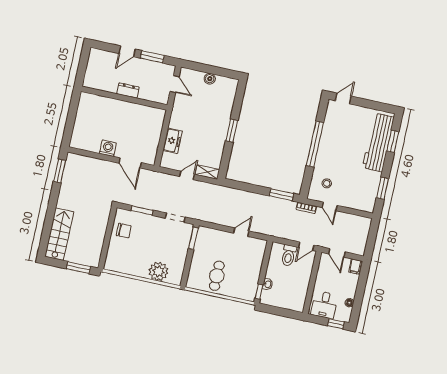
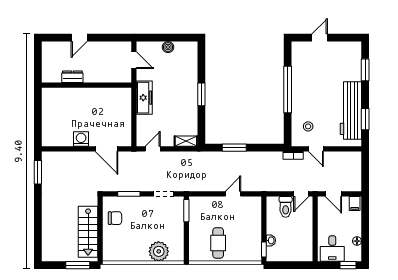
window: (152, 57) -> (106, 38), removed
dresser: (128, 90) -> (72, 77), moved
door: (343, 98) -> (320, 38), moved
freezer: (173, 141) -> (144, 98), moved, width x1.40
workbench: (378, 142) -> (351, 111), moved
door: (187, 175) -> (153, 149), moved
window: (281, 195) -> (234, 148), moved
stairs: (59, 234) -> (88, 232), moved, turned 180

